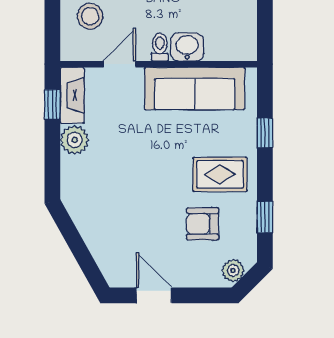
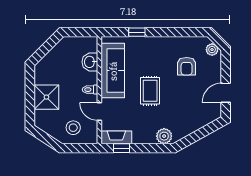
washbasin: (187, 47) -> (90, 62), moved
plant: (75, 140) -> (164, 136), moved
rug: (220, 174) -> (150, 91), moved
window: (265, 217) -> (183, 32), removed

